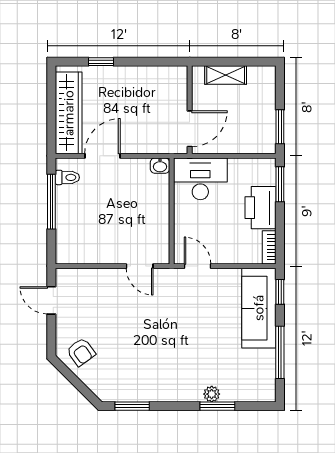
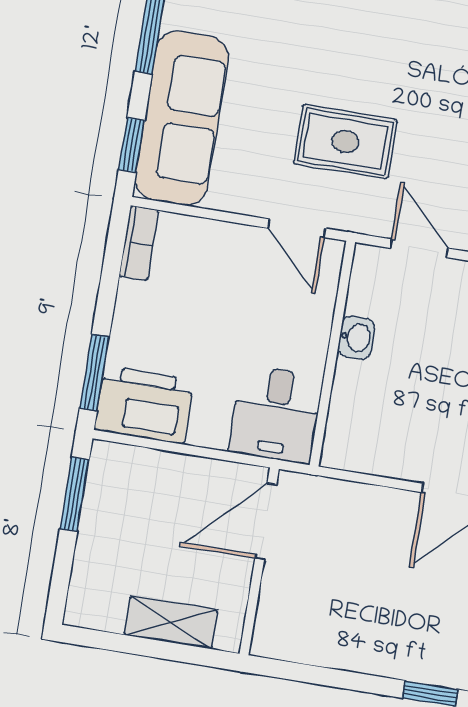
washbasin: (160, 166) -> (356, 337), moved, turned 90
desk: (200, 179) -> (276, 414), width x0.73
printer: (260, 208) -> (144, 405), moved, turned -90
rug: (182, 310) -> (345, 142), added

